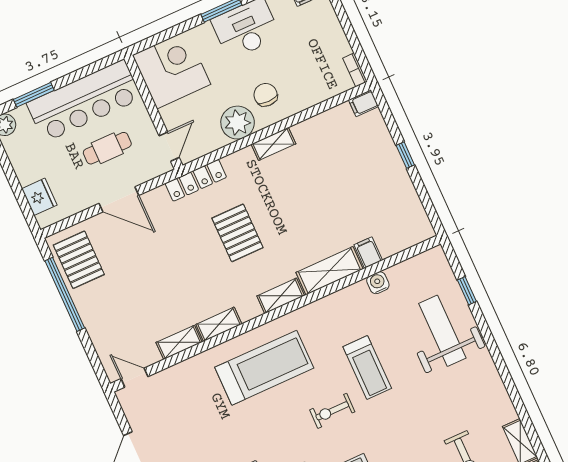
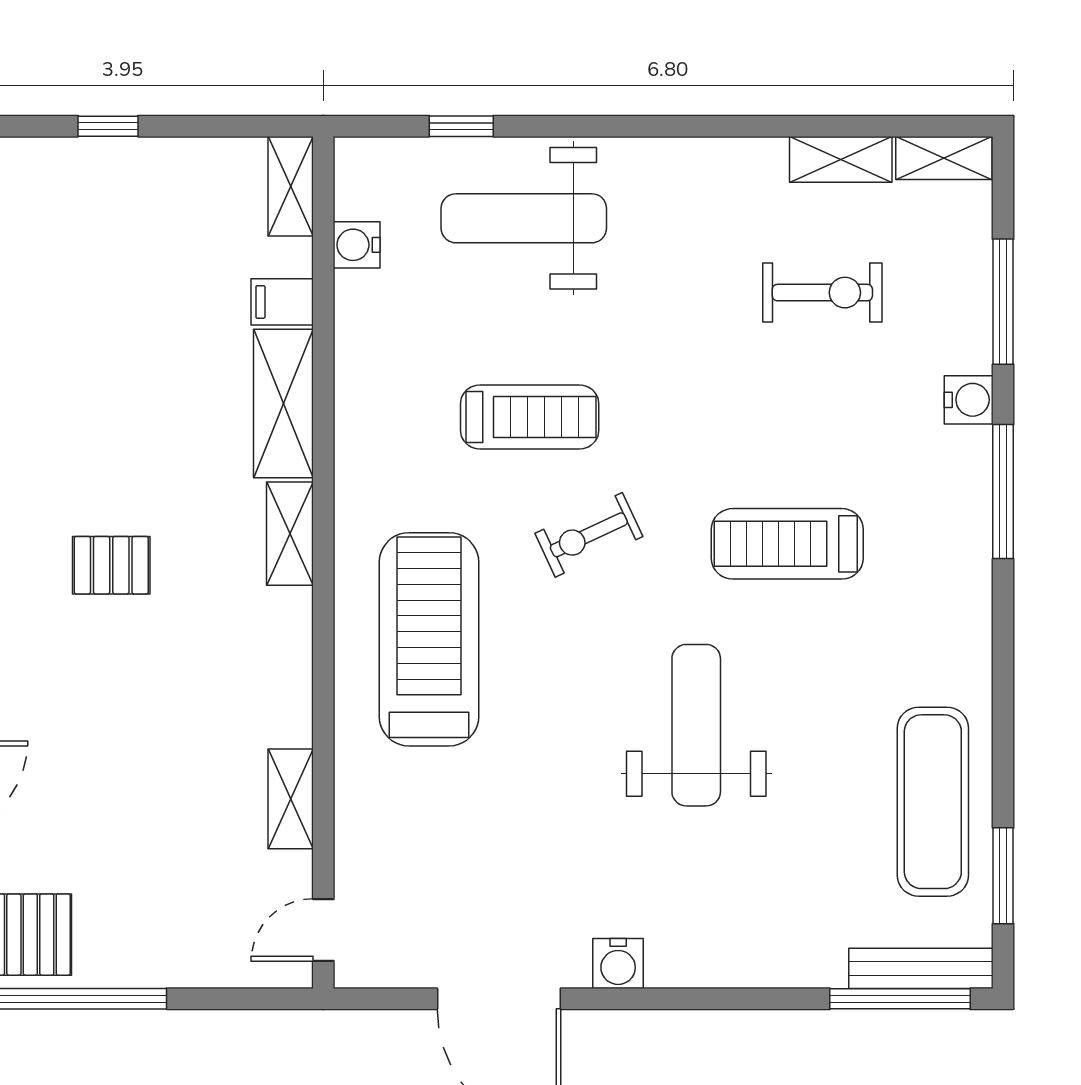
pallet: (237, 233) -> (111, 565), width x0.67, depth x0.71
water cooler: (378, 283) -> (357, 245), moved
shelving: (219, 324) -> (291, 186), moved
exercise bike: (332, 411) -> (589, 535), turned 65

